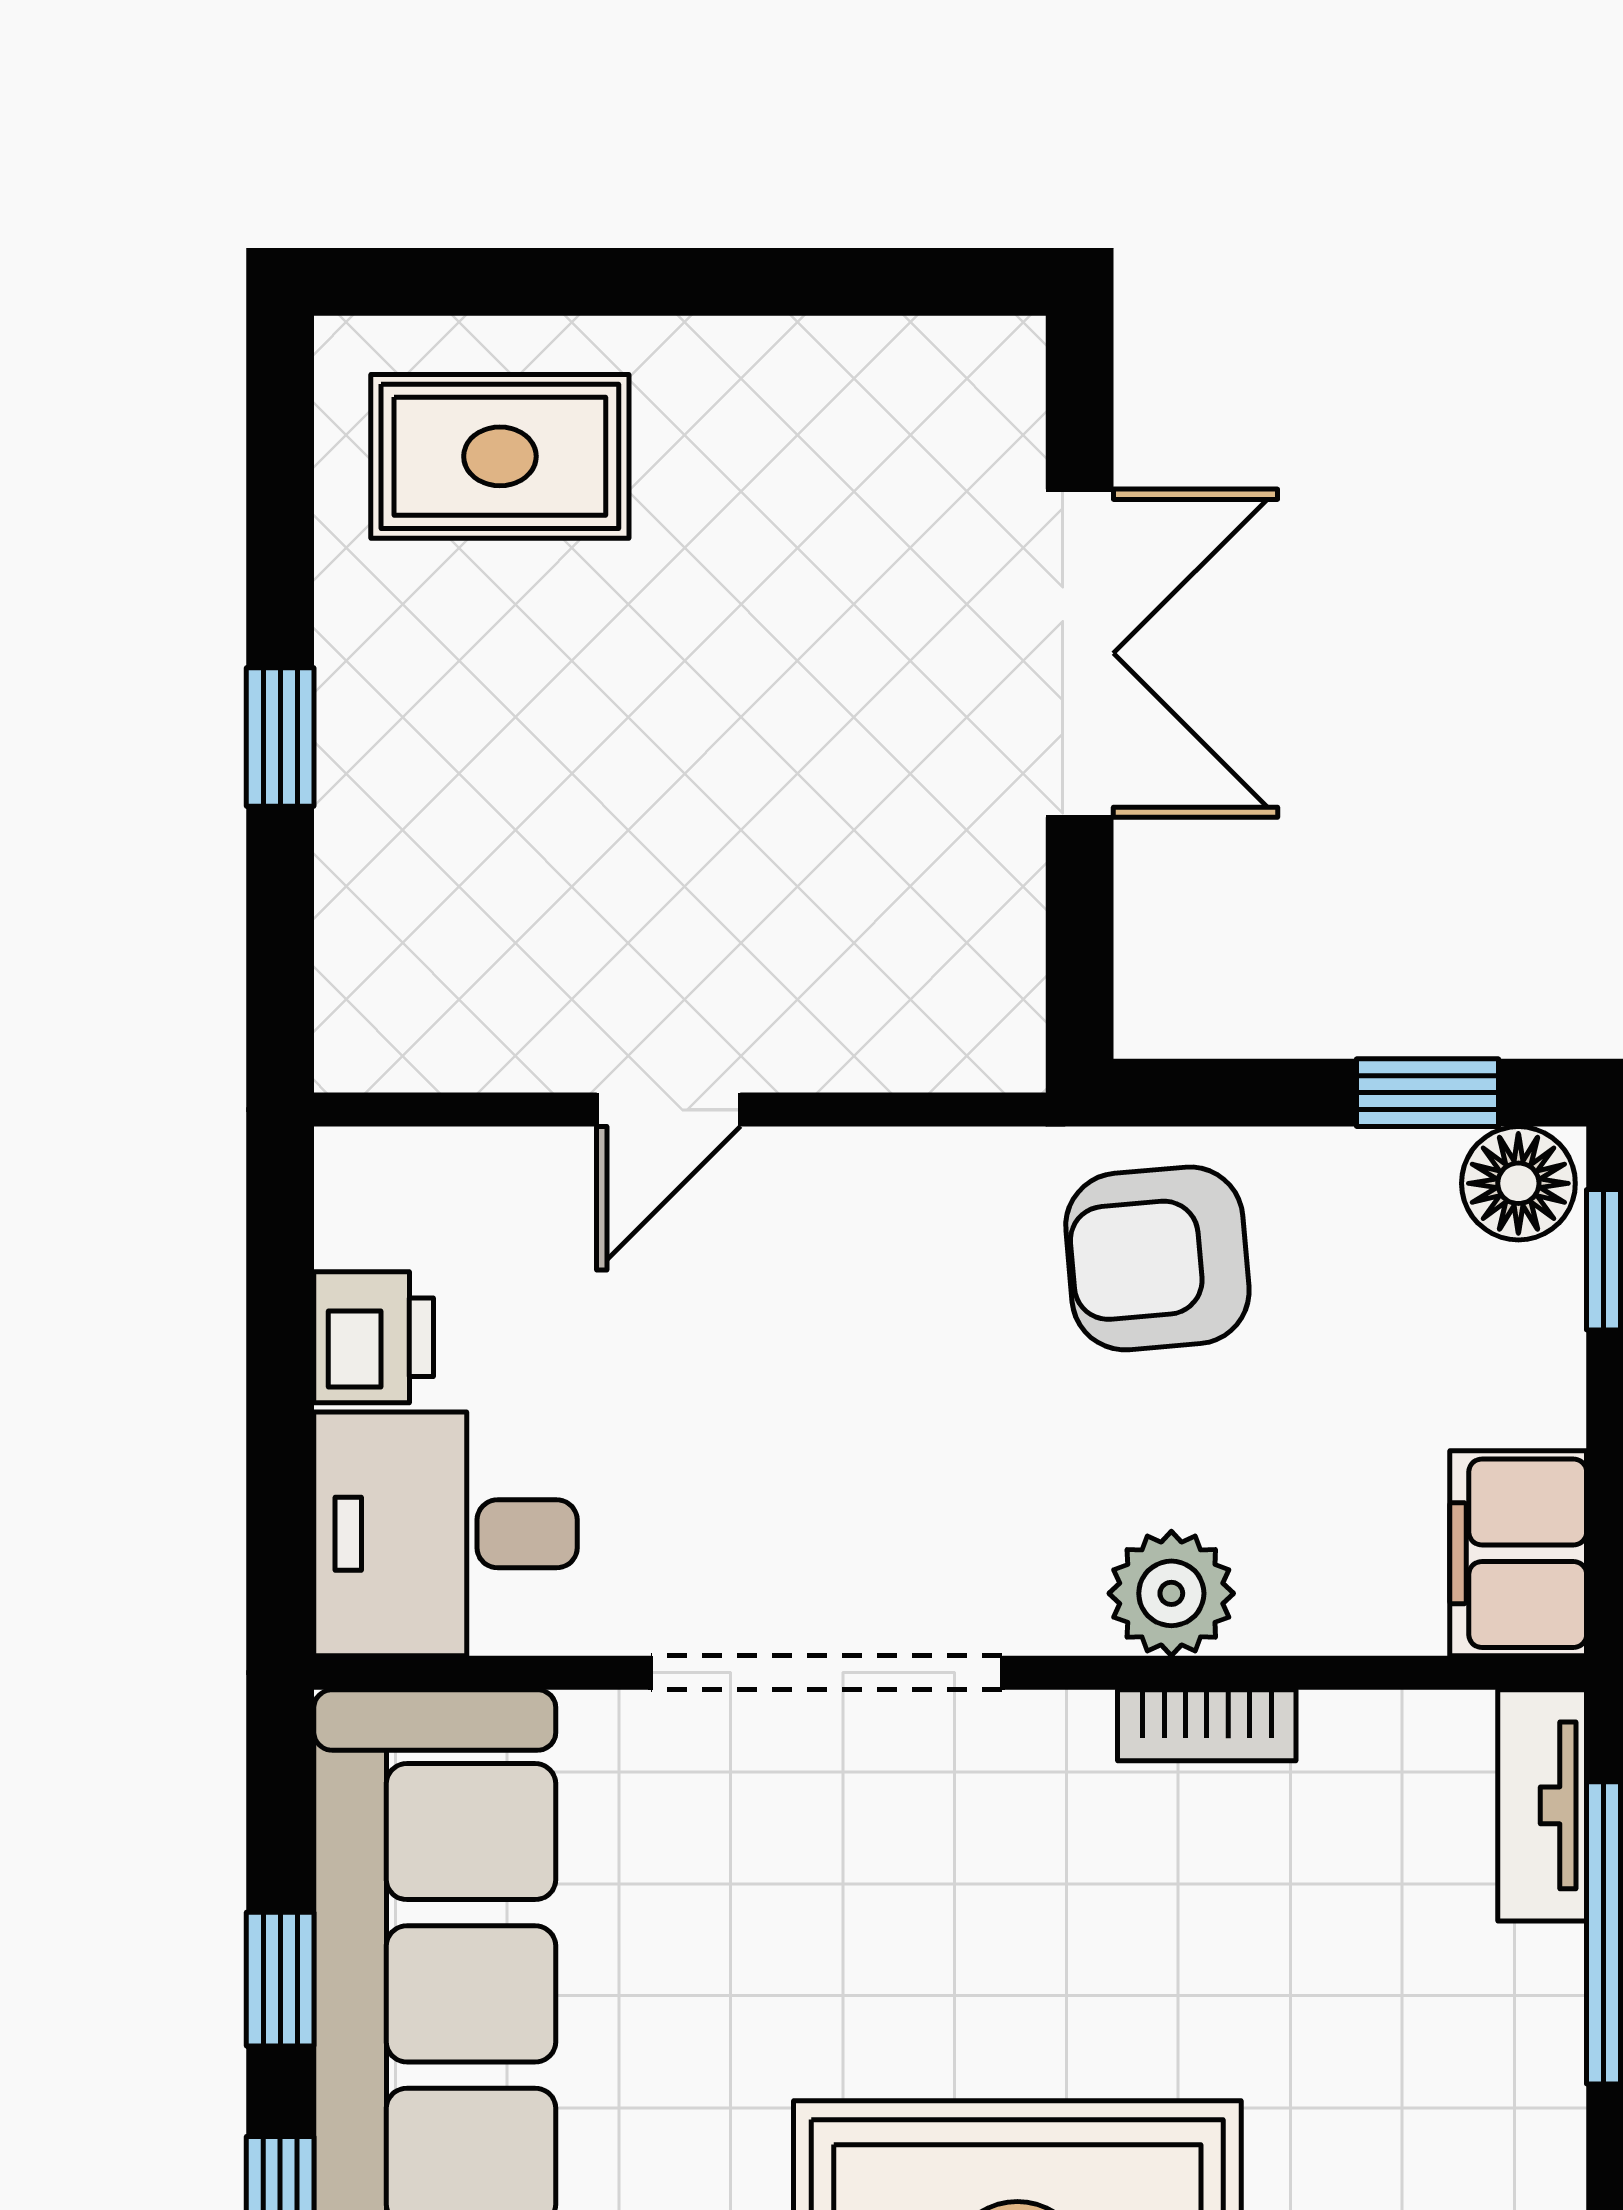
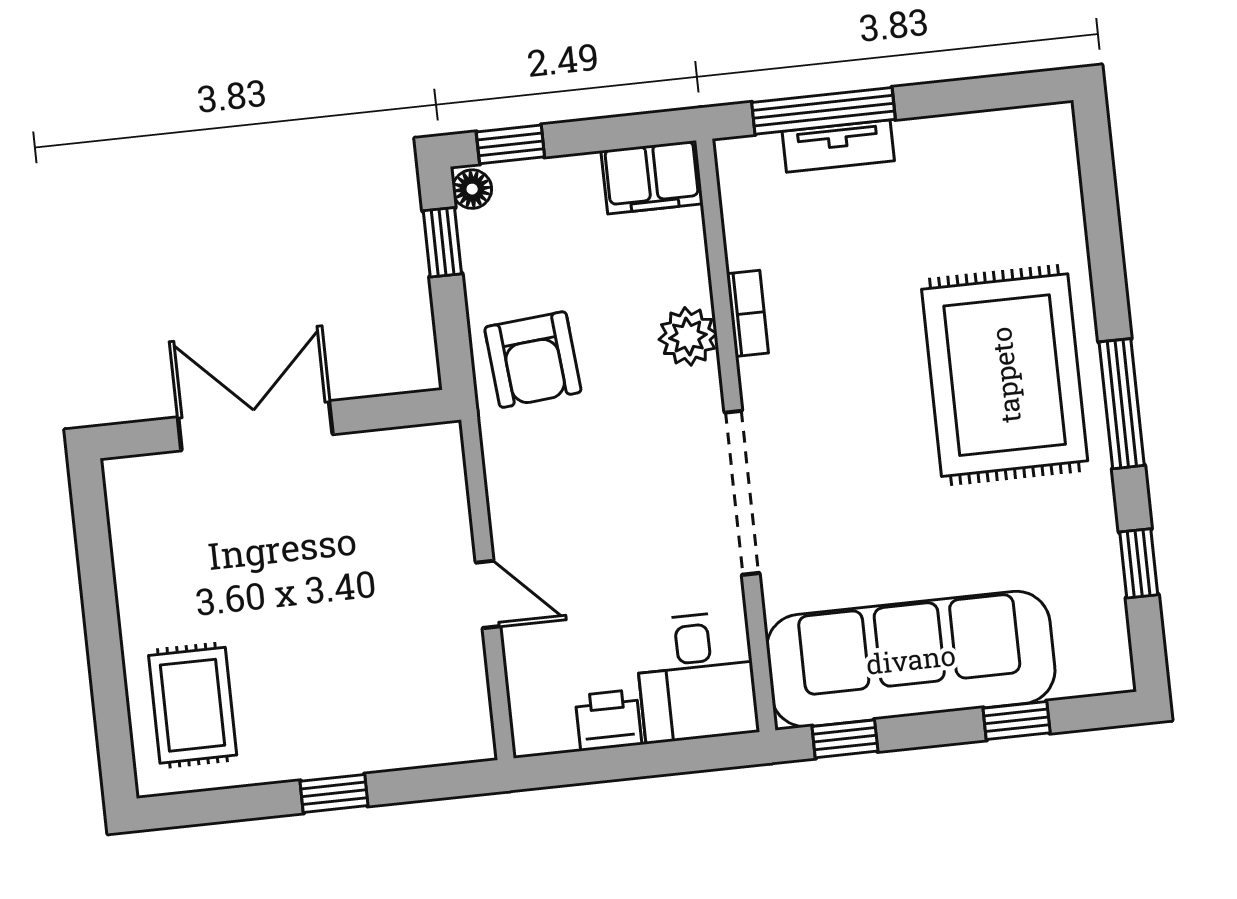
floor lamp: (1518, 1183) -> (472, 189), width x0.73, depth x0.73
tv unit: (1542, 1805) -> (838, 146), moved
window: (280, 1979) -> (845, 739), moved

